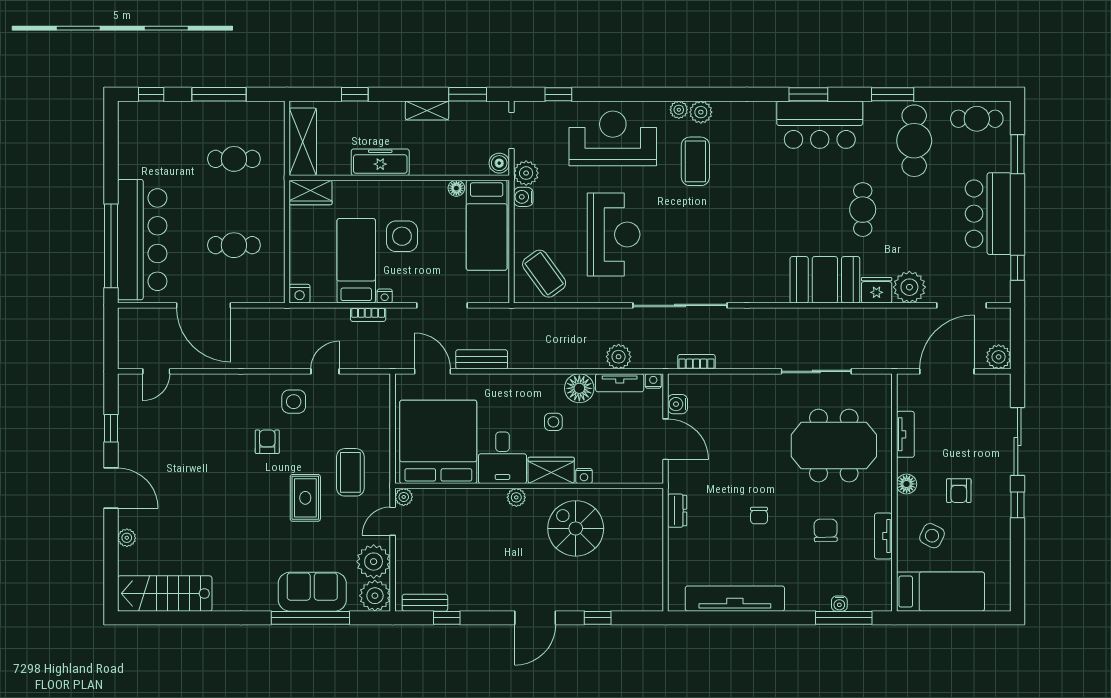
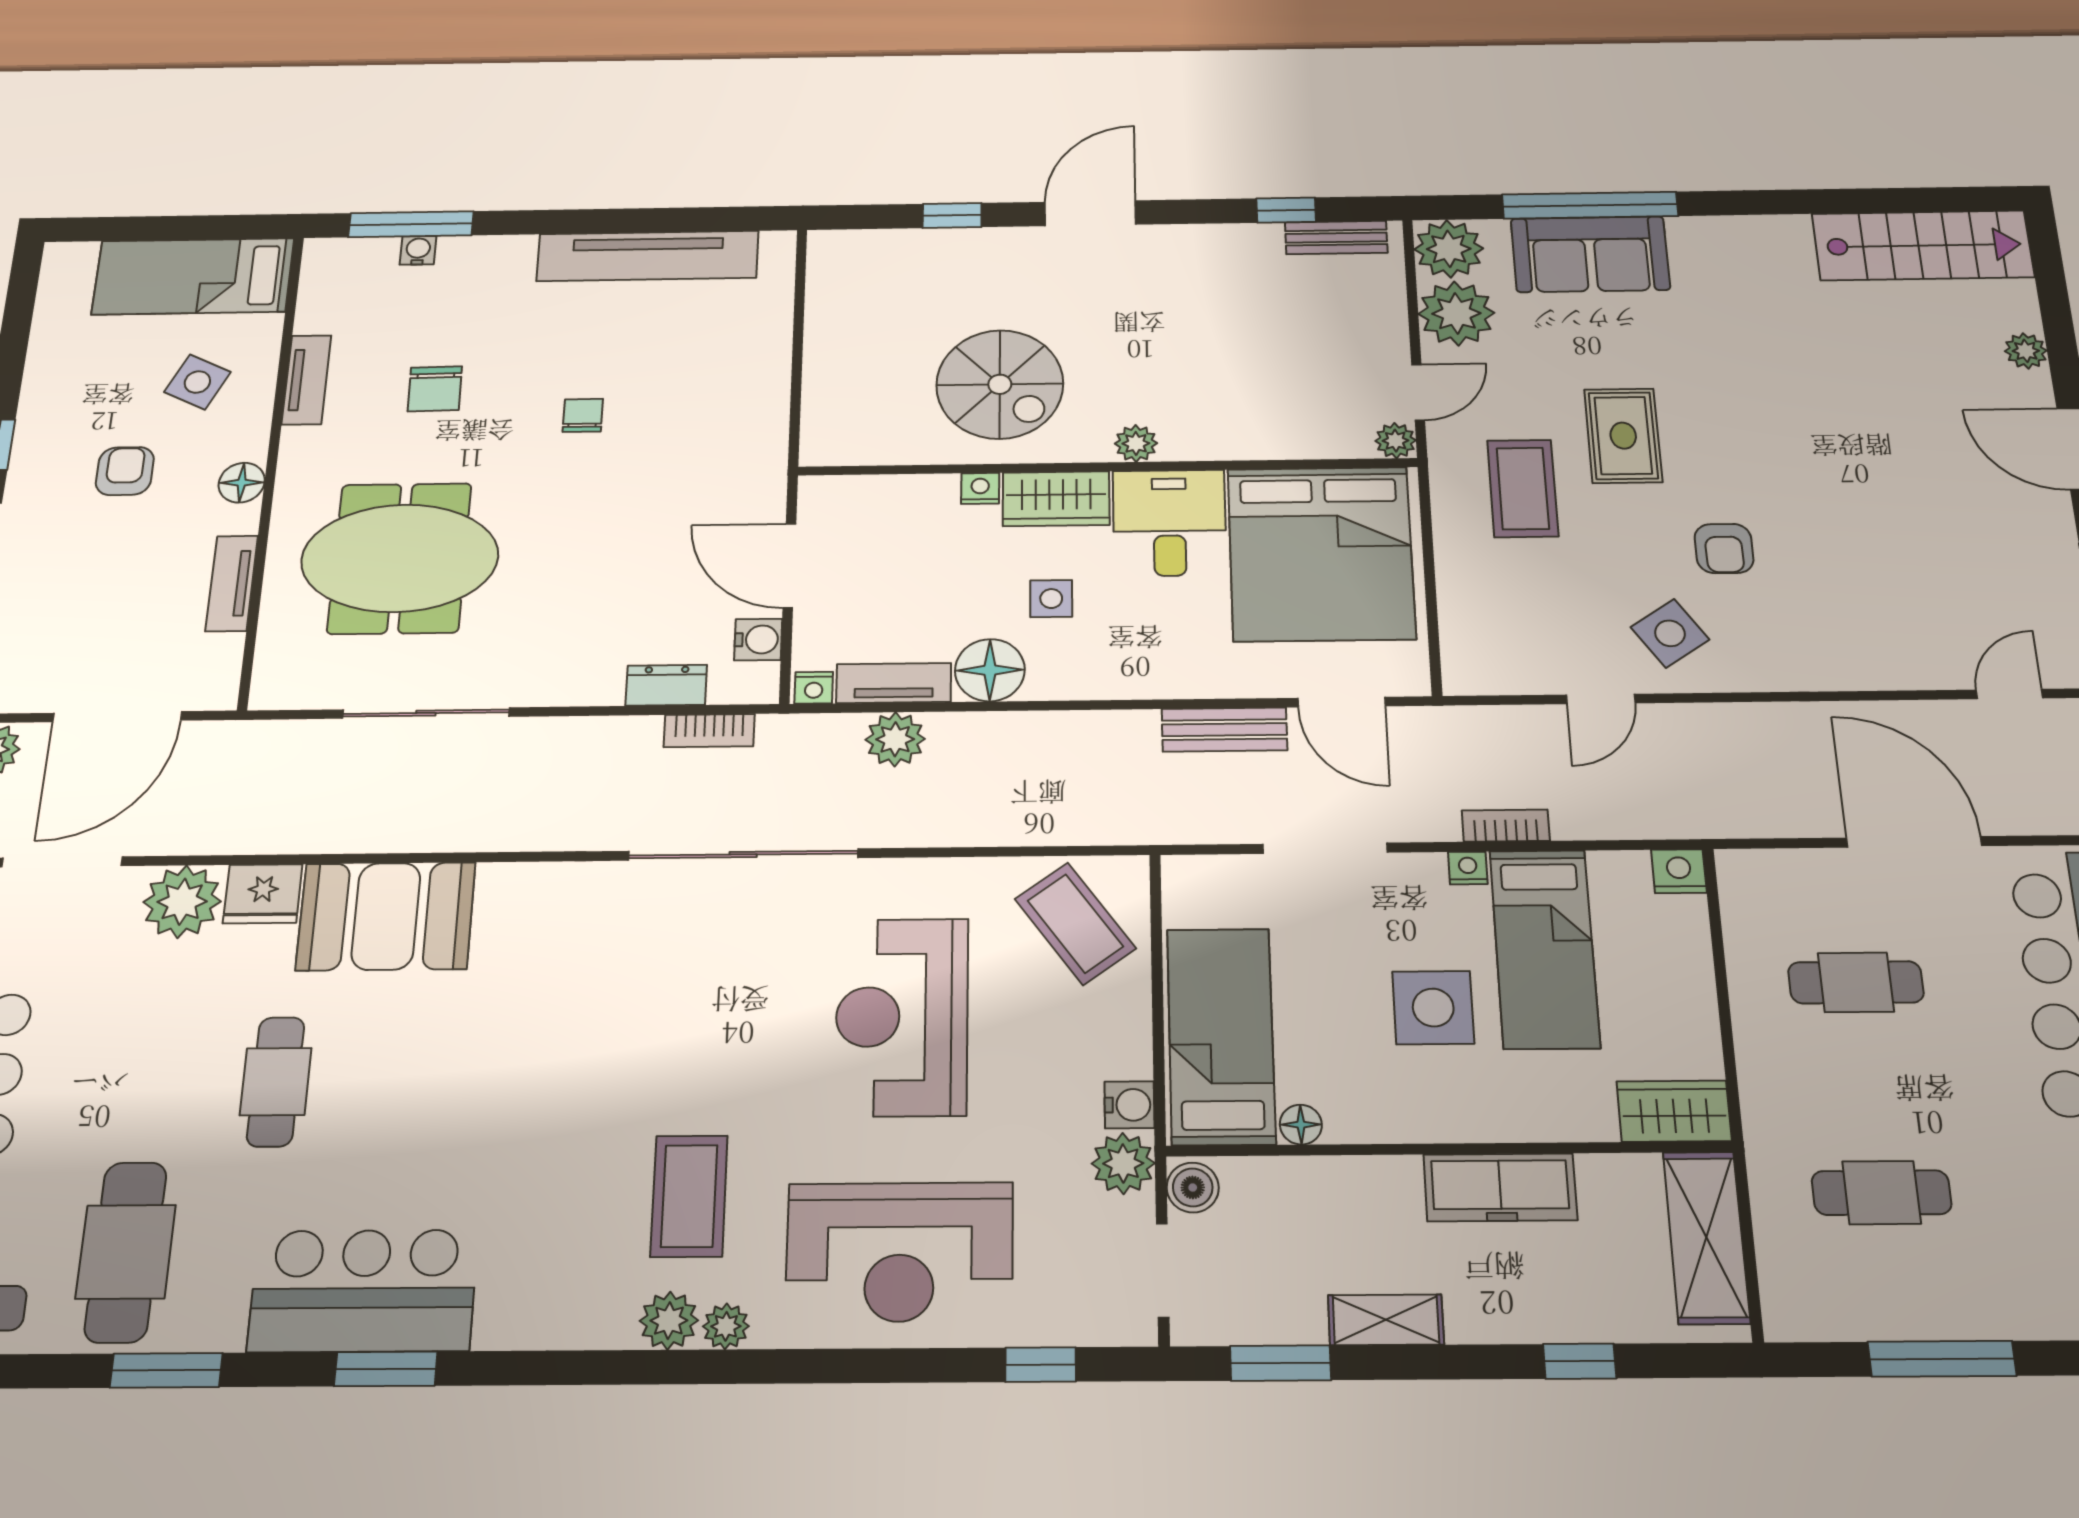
side table: (294, 402) -> (1670, 633), turned -34
dresser: (677, 511) -> (666, 685), moved, turned 90

